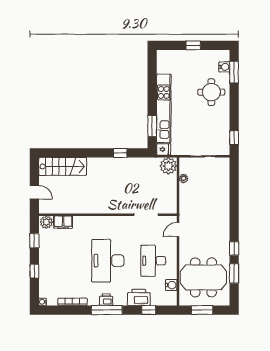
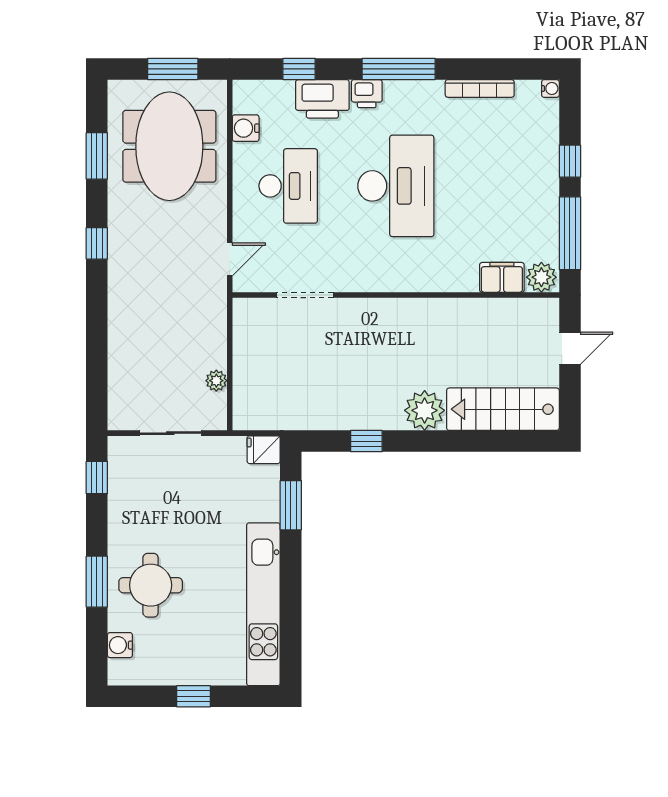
window: (234, 72) -> (97, 582), moved
kitchen unit: (164, 108) -> (263, 604), moved
plant: (168, 166) -> (425, 410), moved
door: (34, 192) -> (570, 348), swing flipped
window: (34, 241) -> (570, 233), width x2.17
window: (234, 248) -> (97, 243), moved
meeting table: (203, 277) -> (169, 146), turned 90
printer: (106, 300) -> (367, 94), moved

